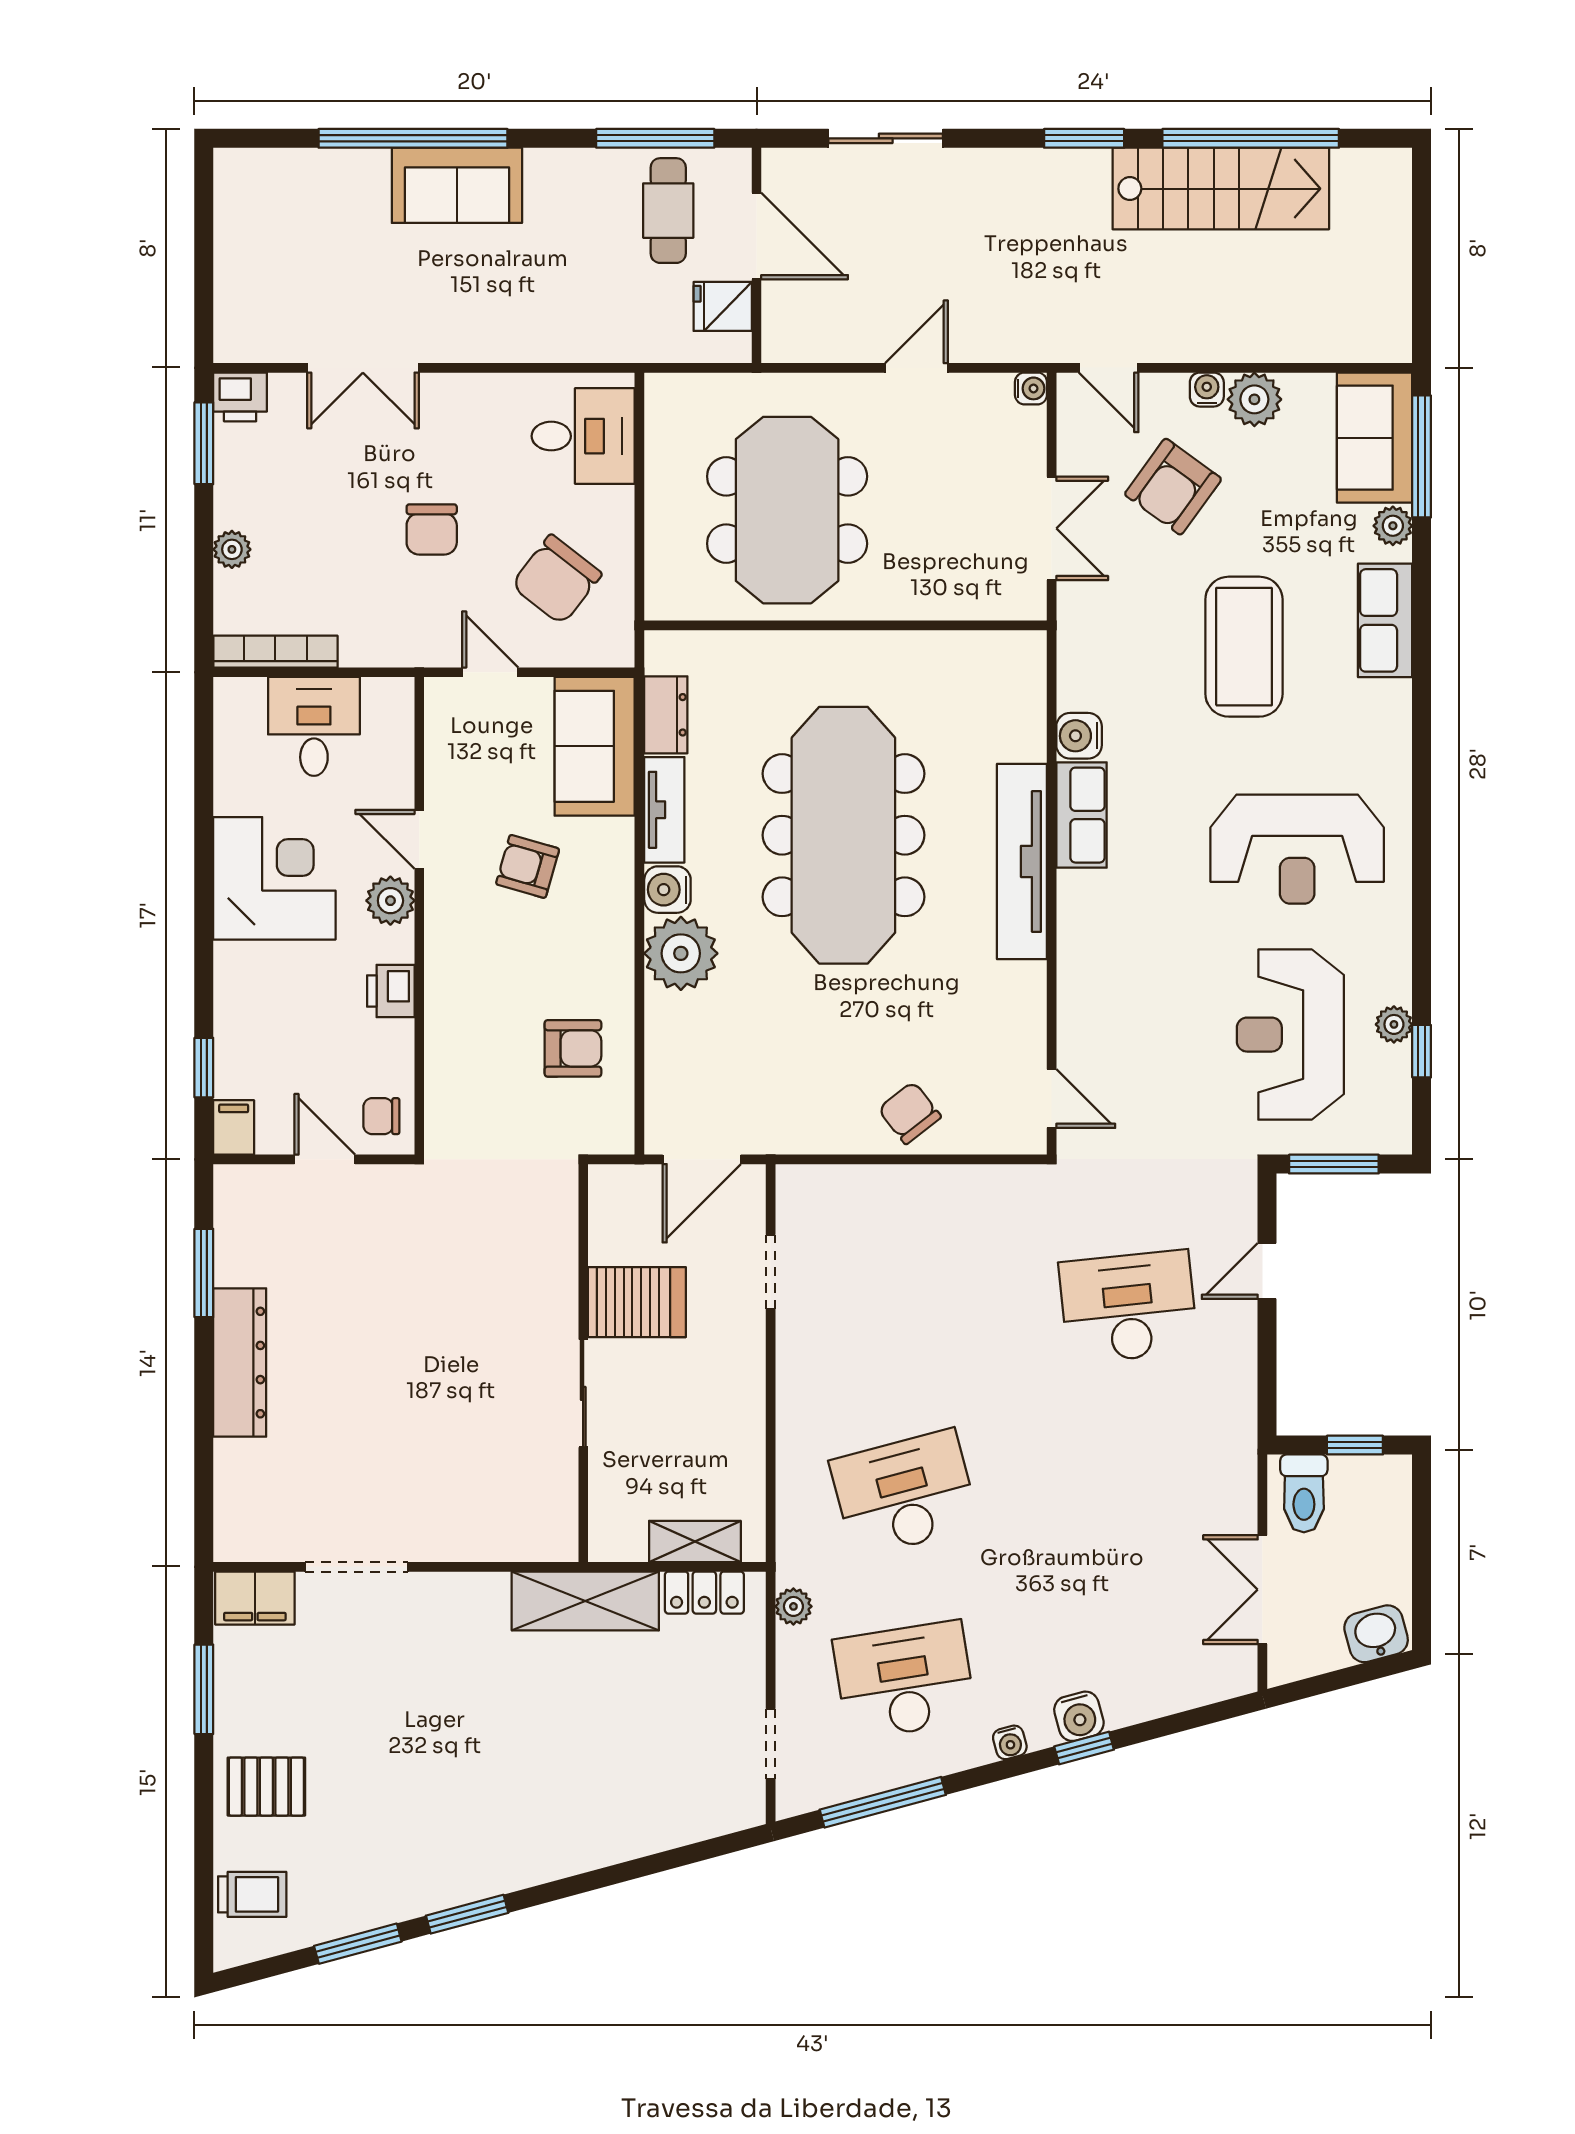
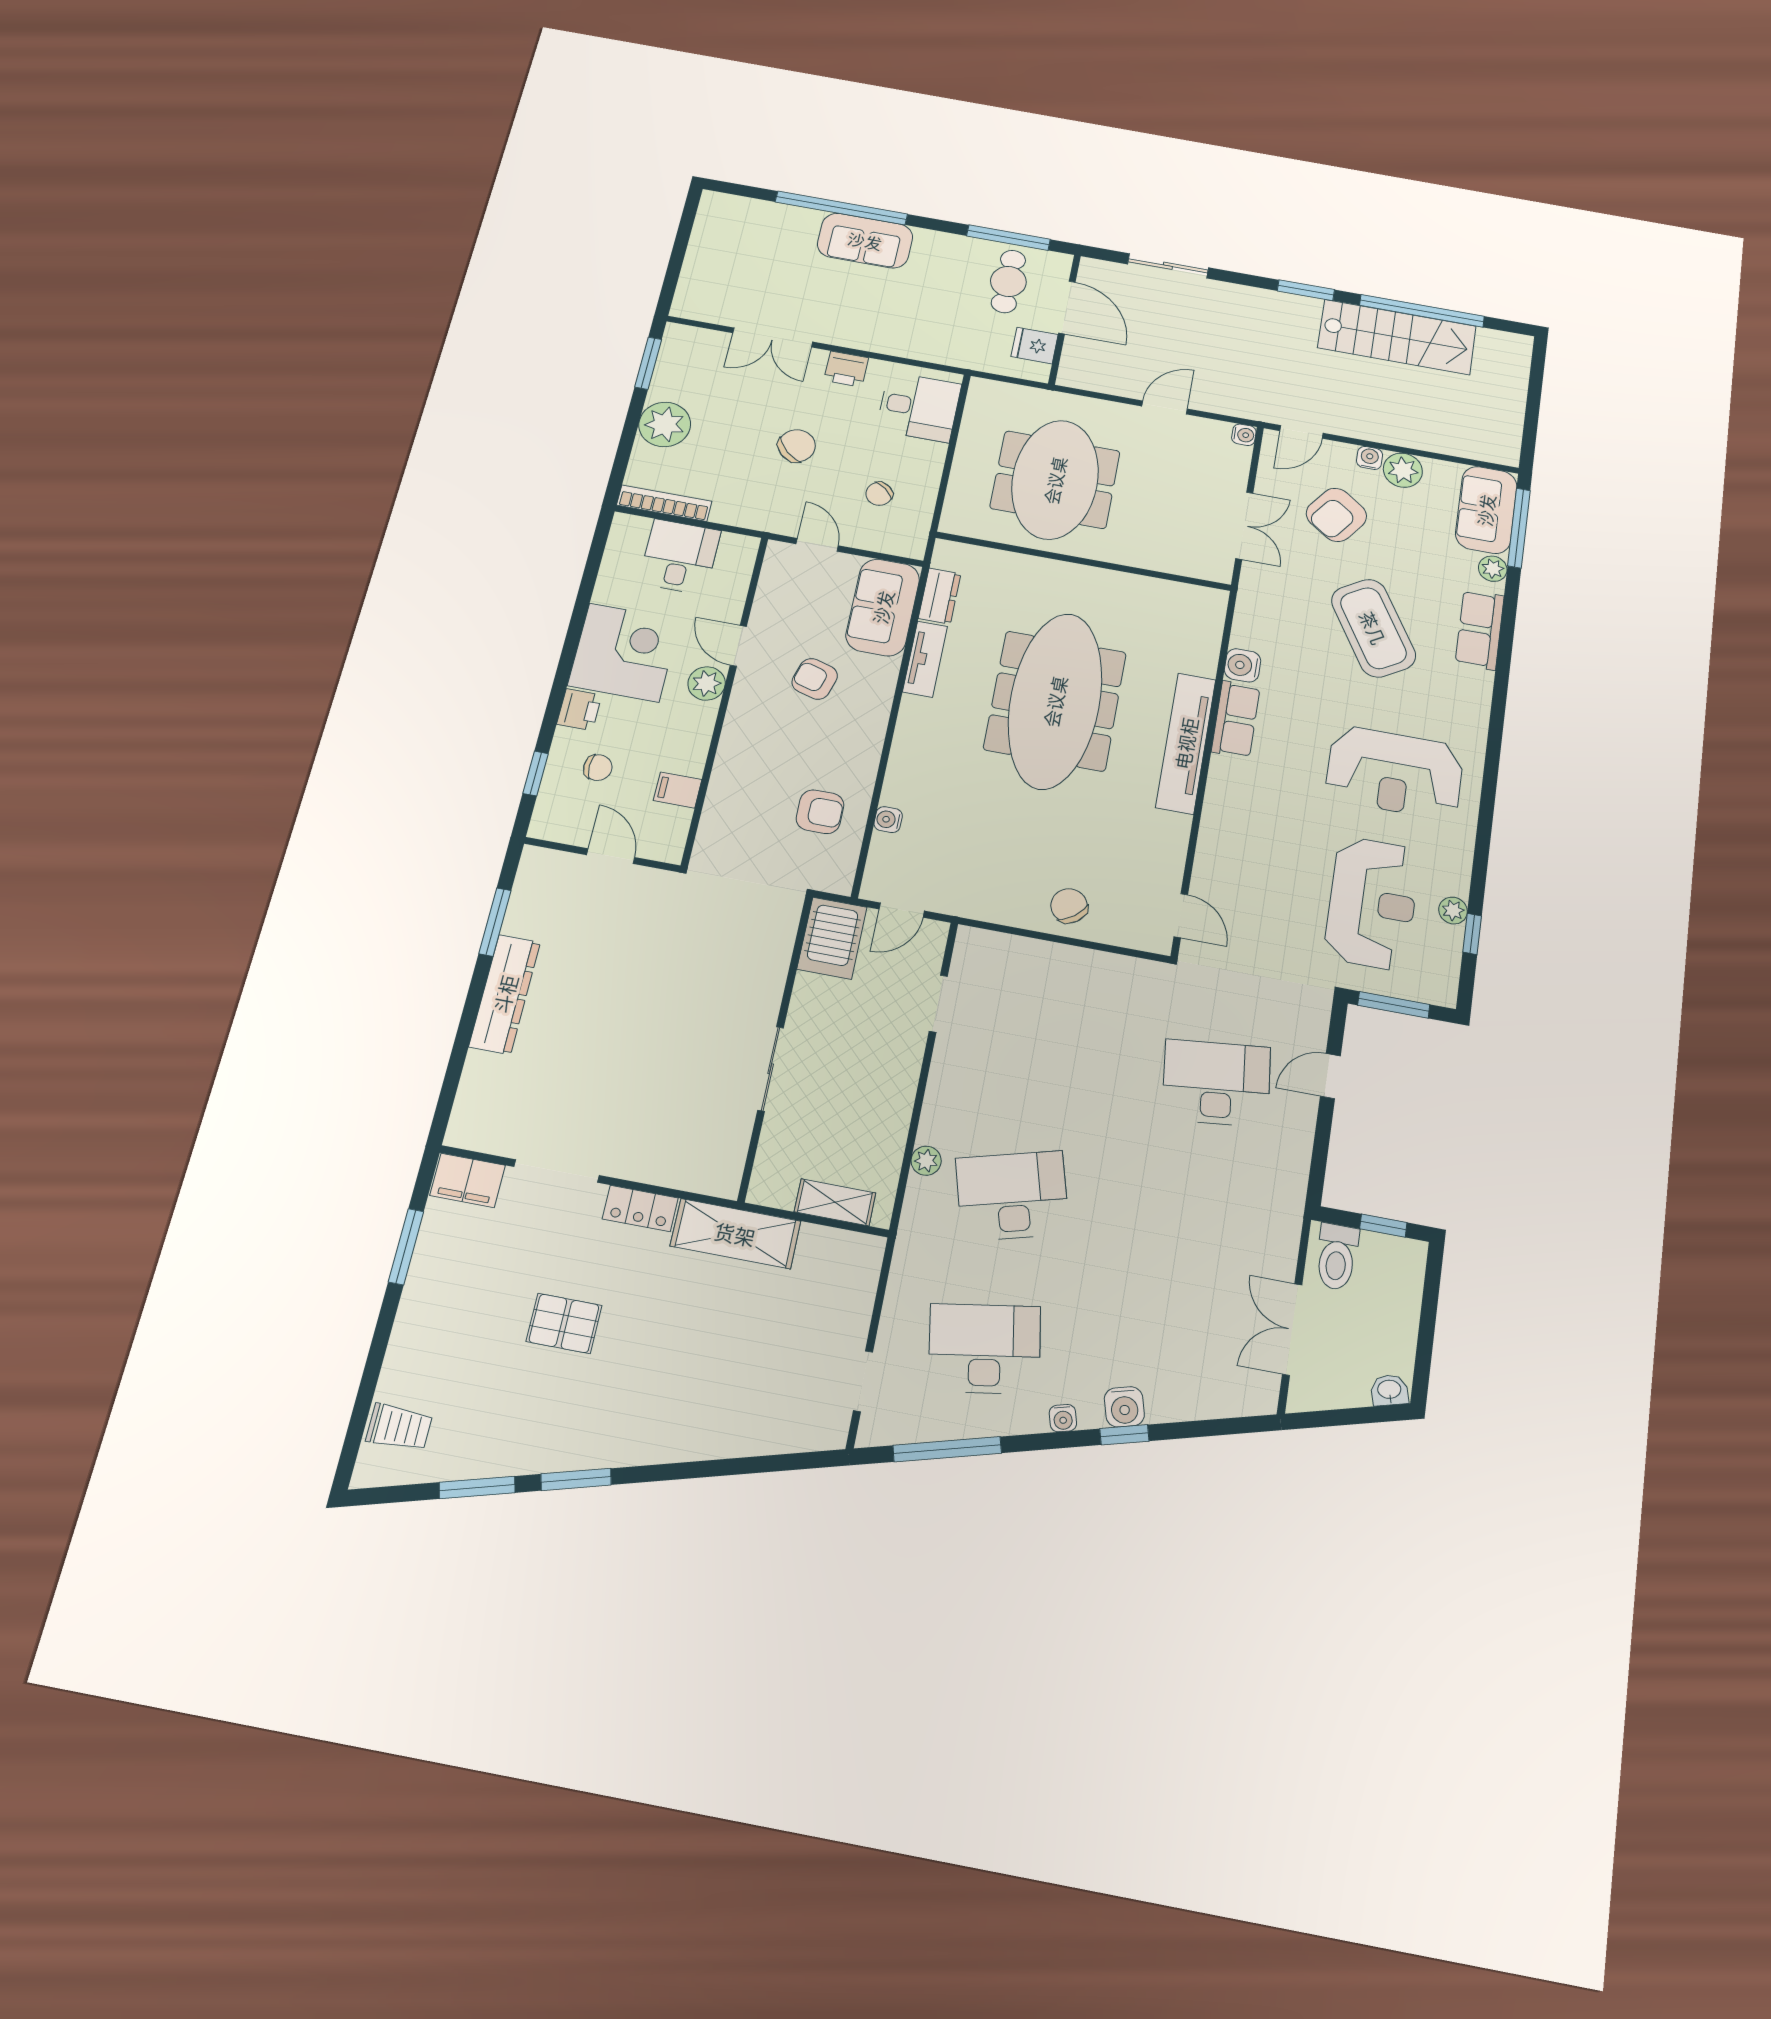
door: (1109, 368) -> (1301, 432), hinge flipped
printer: (240, 397) -> (846, 369), moved
chair: (432, 529) -> (797, 446), turned -137
plant: (232, 549) -> (665, 424), width x1.88, depth x1.88
chair: (556, 580) -> (879, 494), width x0.54, depth x0.54
coffee table: (1244, 647) -> (1373, 628), turned -31
water cooler: (667, 890) -> (888, 820), moved, width x0.72, depth x0.72
plant: (681, 953) -> (917, 760), removed
printer: (391, 991) -> (579, 710), moved, turned 180
reception desk: (1290, 1035) -> (1372, 903), turned 180
chair: (381, 1116) -> (598, 768), moved, turned 180
filing cabinet: (234, 1127) -> (678, 790), moved, turned -90
door: (702, 1159) -> (902, 910), width x0.73
server rack: (637, 1302) -> (832, 938), moved, turned 90
locker: (704, 1593) -> (640, 1208), moved
plant: (793, 1606) -> (926, 1161), moved
washbasin: (1376, 1634) -> (1389, 1390), width x0.72, depth x0.69
pallet: (266, 1787) -> (564, 1323), moved

